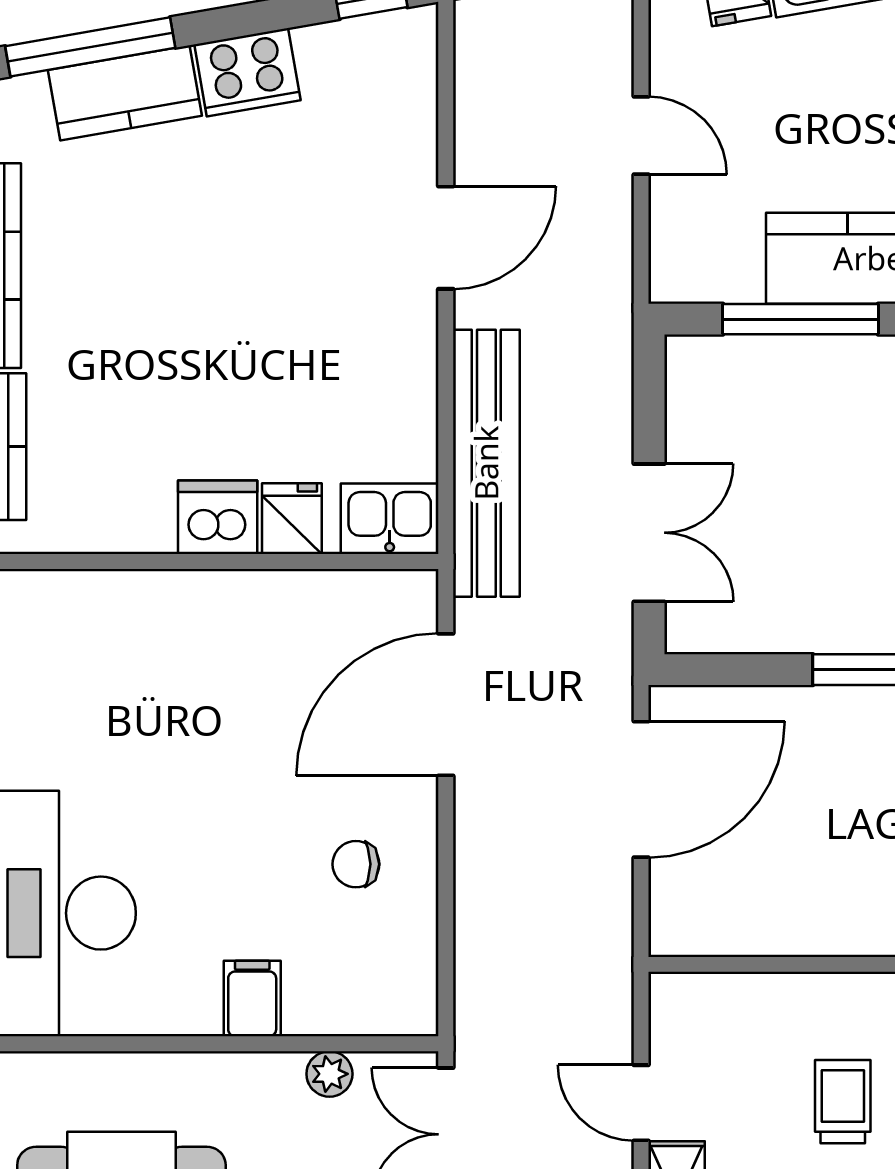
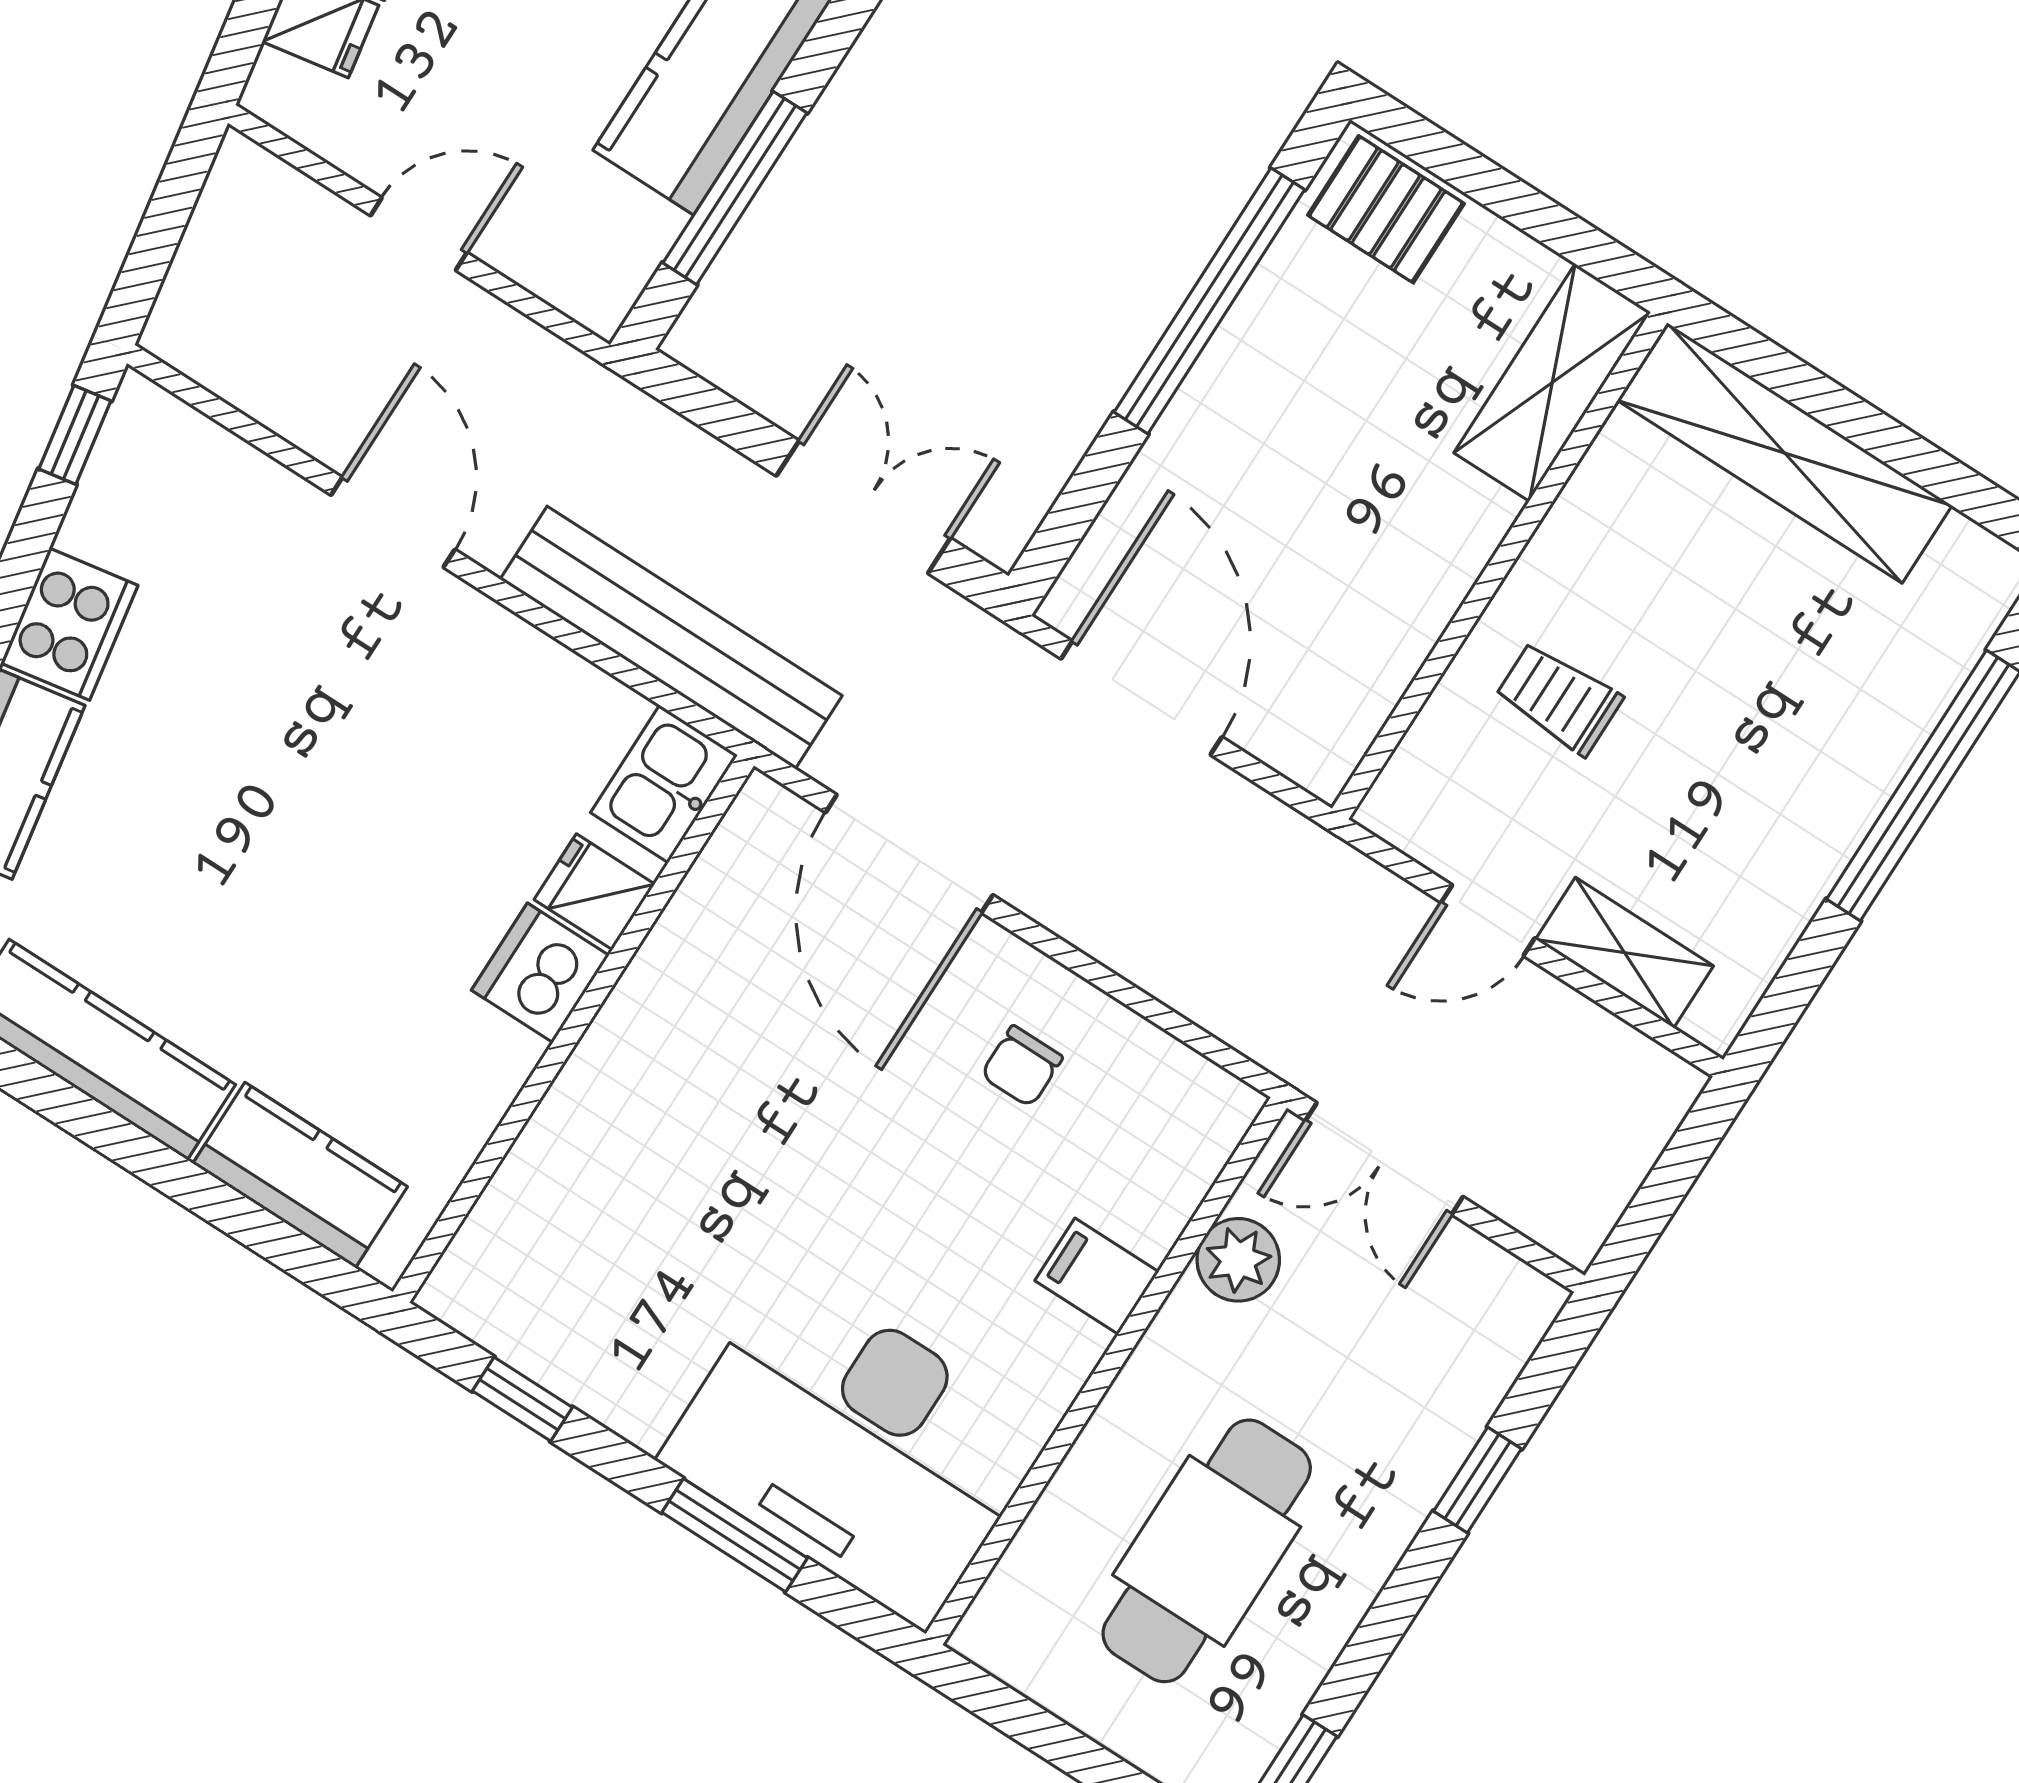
plant: (329, 1074) -> (1238, 1260), width x1.38, depth x1.38
trolley: (843, 1102) -> (1559, 698), moved

